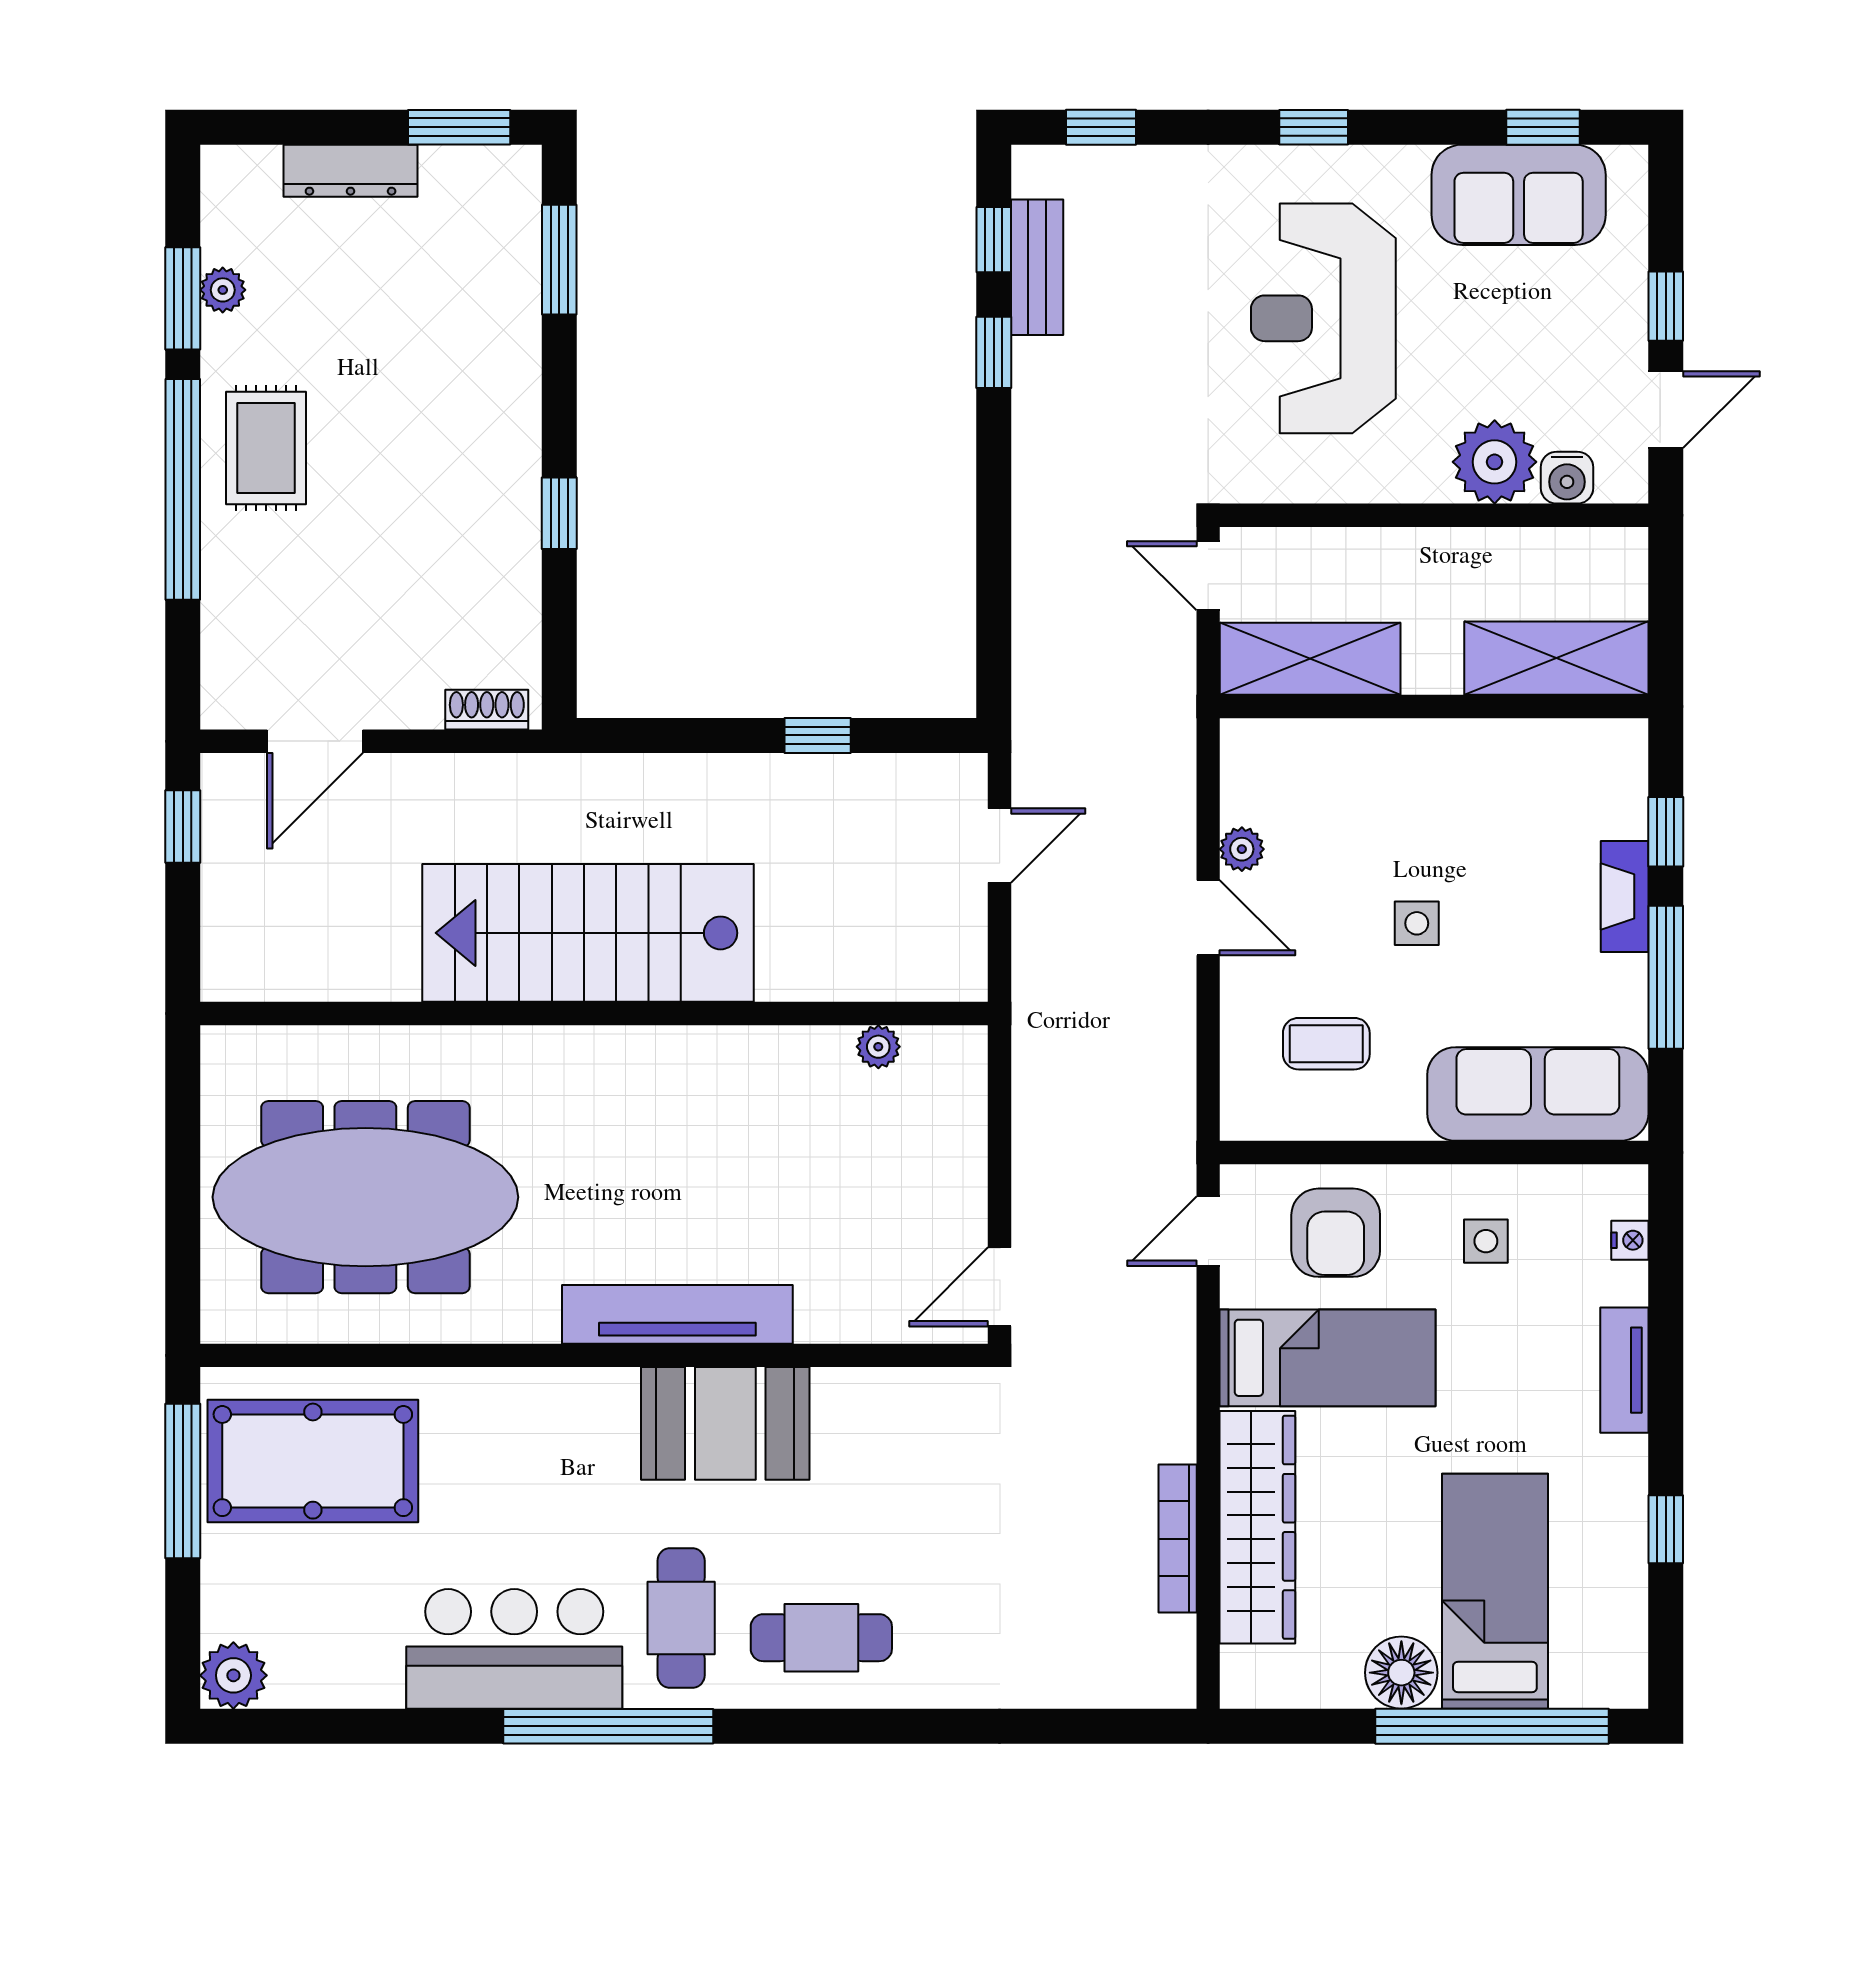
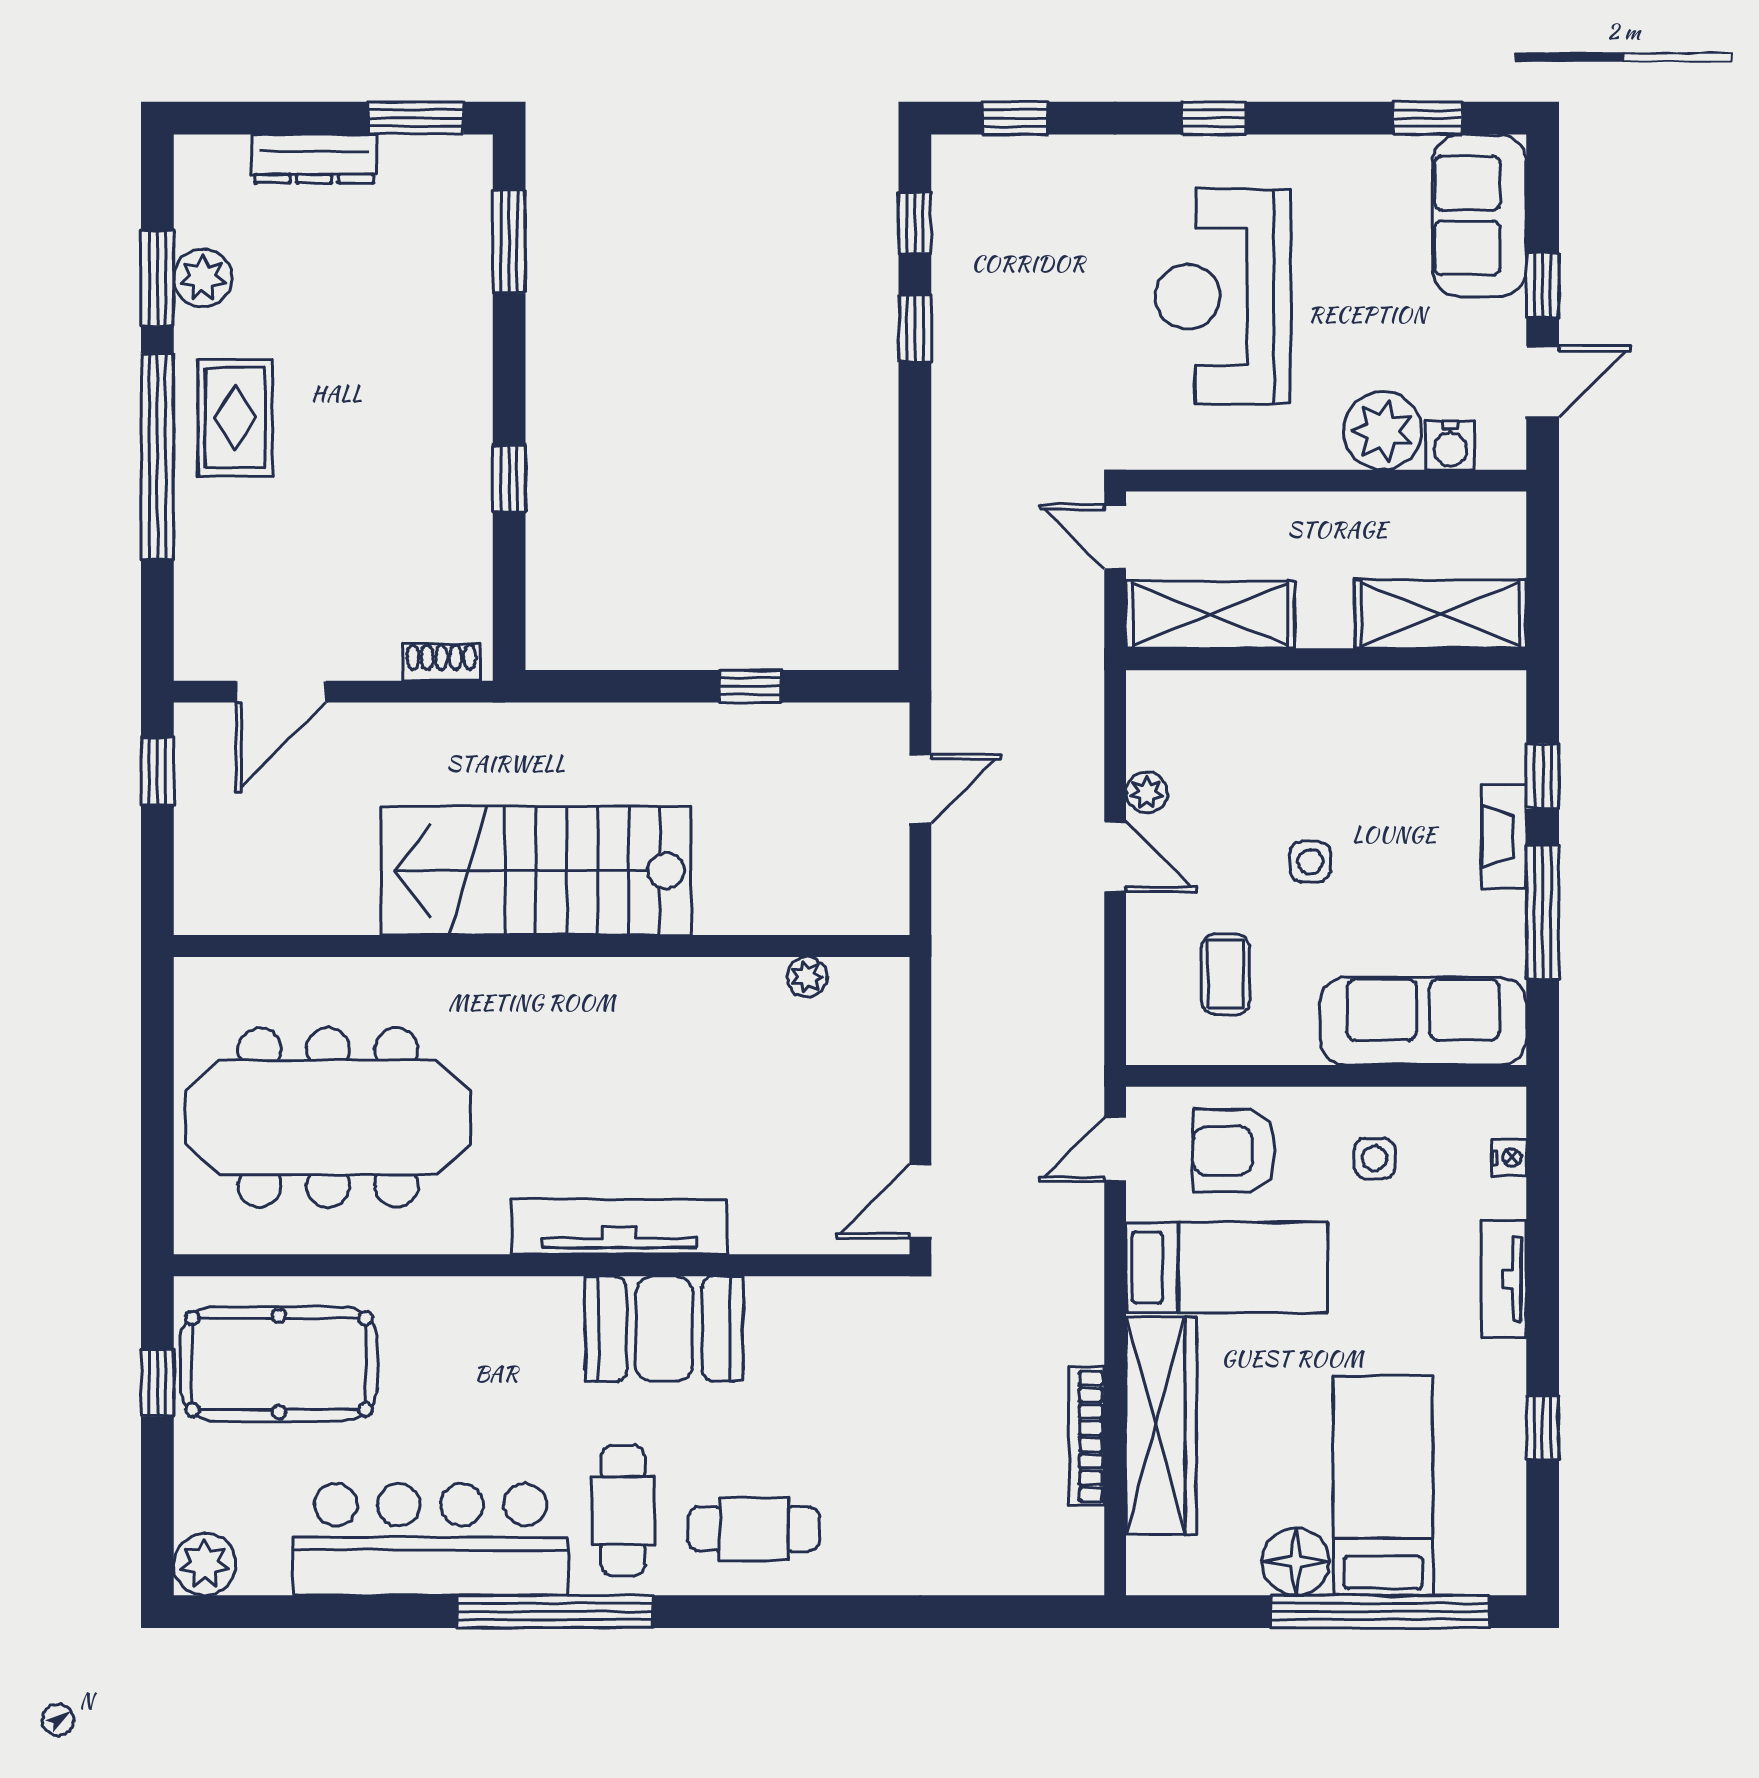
sofa: (1519, 195) -> (1479, 215), moved, turned 90
bench: (1037, 267) -> (955, 249), removed
plant: (223, 290) -> (203, 278), width x1.38, depth x1.38
coffee table: (1326, 1044) -> (1226, 974), turned 90
armchair: (1336, 1233) -> (1234, 1151), turned 90
window: (183, 1481) -> (157, 1383), width x0.46
bar counter: (514, 1649) -> (430, 1539), width x1.36

